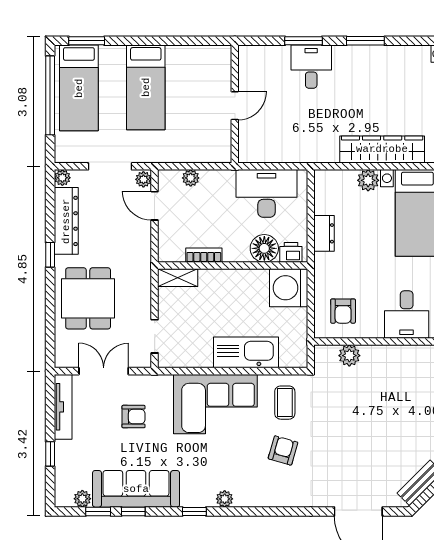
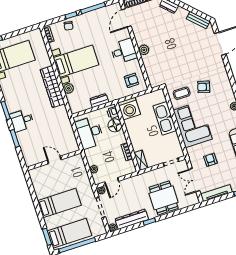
desk: (311, 67) -> (22, 120), moved
dining table: (88, 298) -> (164, 198), turned 90
plant: (349, 356) -> (144, 50), moved

